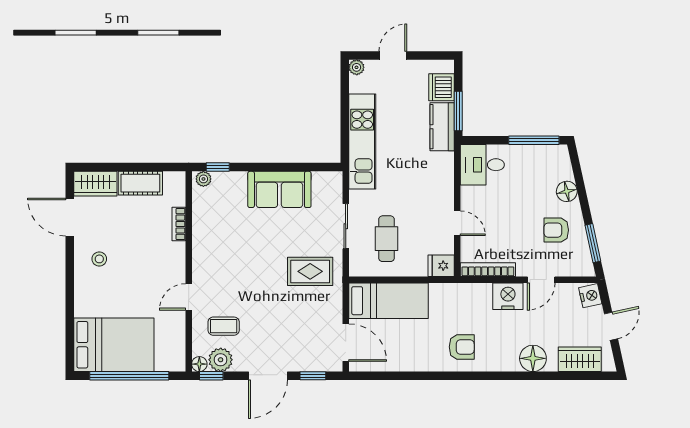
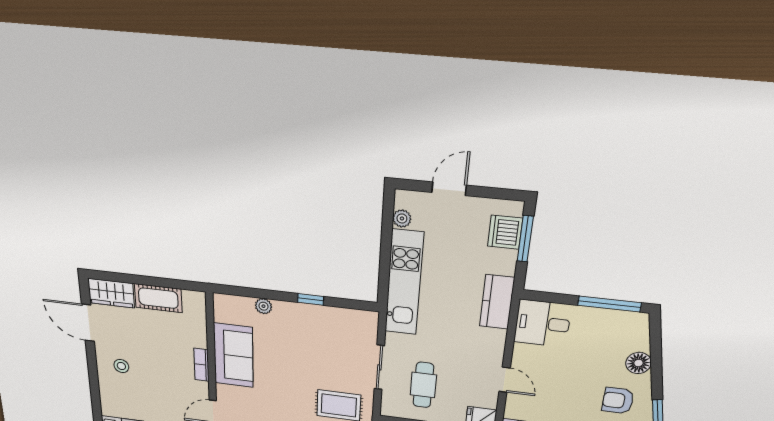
plant: (357, 67) -> (402, 218), moved
window: (458, 111) -> (525, 239), moved
kitchen counter: (442, 127) -> (497, 302), moved
window: (218, 167) -> (311, 299), moved
plant: (203, 179) -> (263, 306), moved
sofa: (279, 189) -> (233, 355), moved, turned -90
bookcase: (179, 224) -> (201, 365), moved

